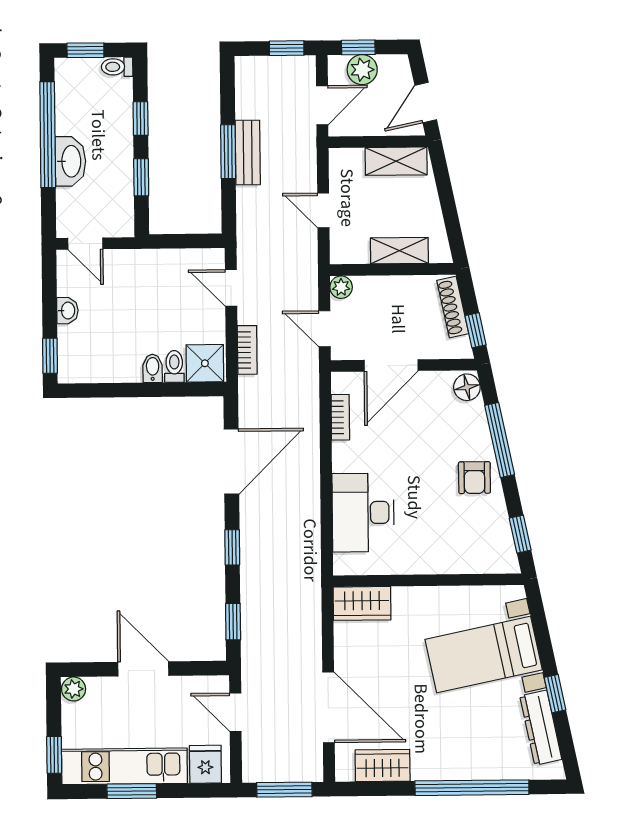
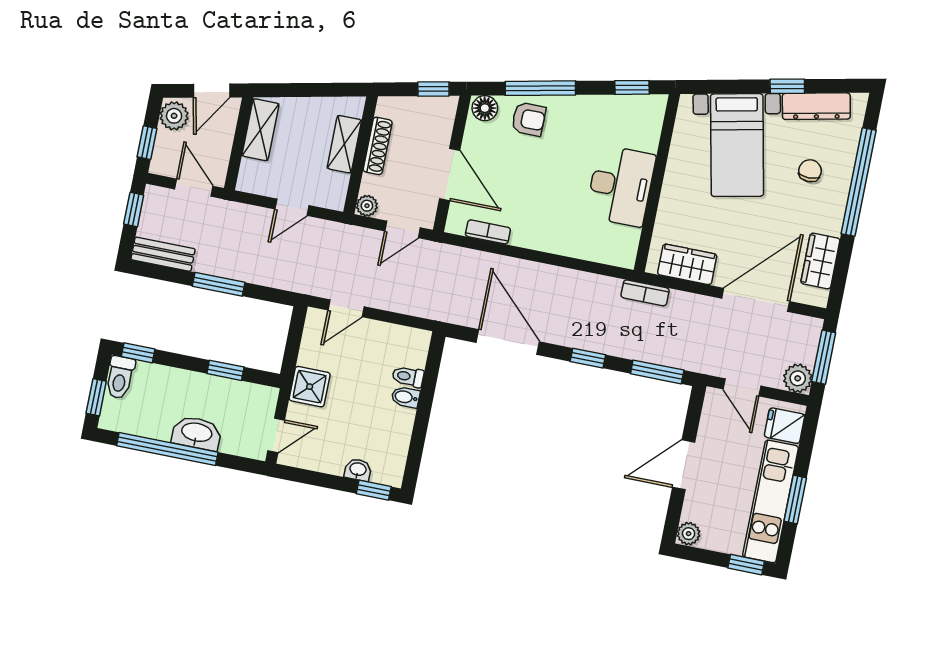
toilet: (117, 67) -> (120, 377), width x1.37, depth x1.39
plant: (362, 70) -> (174, 116), moved
door: (426, 103) -> (212, 91), hinge flipped
window: (141, 119) -> (138, 353), moved
bench: (248, 152) -> (163, 254), moved
shoe rack: (453, 307) -> (378, 146), moved, turned -78
washbasin: (67, 311) -> (358, 470), moved
bookcase: (247, 350) -> (645, 293), moved, turned 180
shower: (205, 363) -> (310, 387), moved
armchair: (474, 478) -> (529, 119), moved
desk: (363, 513) -> (621, 186), moved, turned -90
wardrobe: (362, 603) -> (687, 264), moved, turned -90
window: (233, 622) -> (657, 372), width x1.50
door: (235, 712) -> (742, 387), hinge flipped
chair: (473, 735) -> (810, 171), added
plant: (257, 768) -> (798, 378), added

